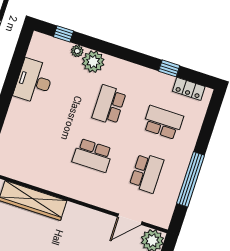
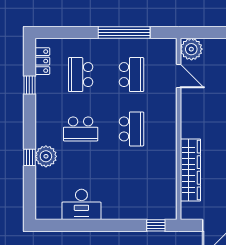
window: (64, 34) -> (29, 157), moved
plant: (77, 51) -> (41, 174), removed
school desk: (146, 173) -> (131, 75), turned 90

